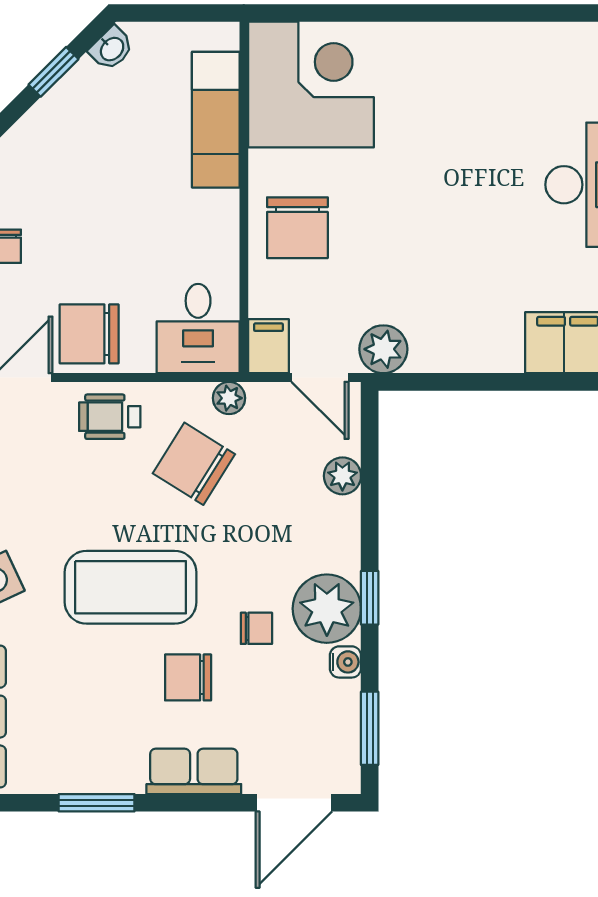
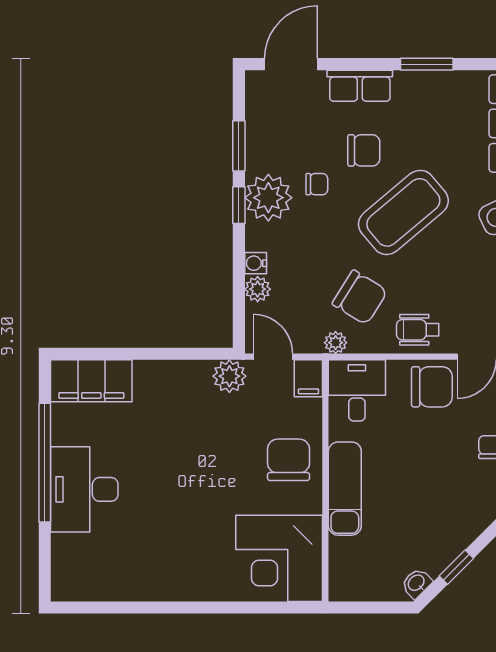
exam couch: (216, 120) -> (345, 489), moved
wheelchair: (110, 417) -> (418, 330), turned 180
coffee table: (131, 587) -> (403, 212), turned -40
chair: (256, 628) -> (317, 184), turned 180
water cooler: (345, 662) -> (256, 263), moved
window: (370, 728) -> (239, 146), moved

